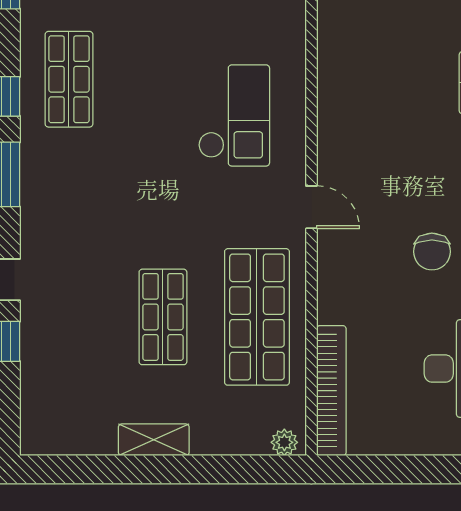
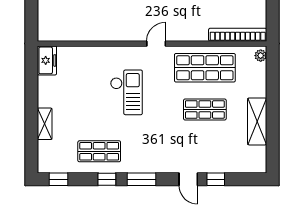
checkout: (234, 115) -> (126, 92), moved, turned 90
shelving: (154, 440) -> (257, 121), width x1.50, depth x1.33

